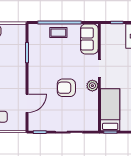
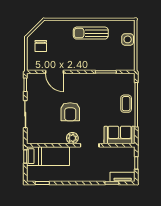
armchair: (66, 88) -> (70, 112), turned 180

